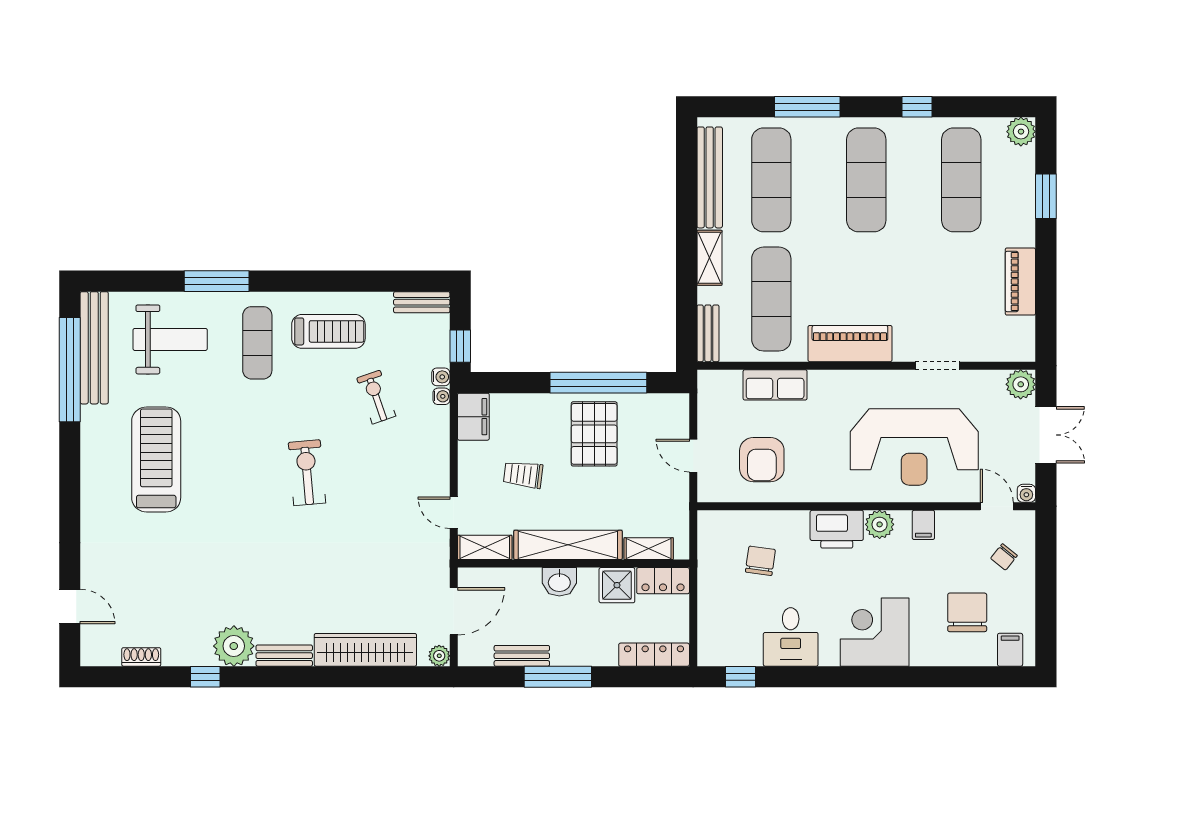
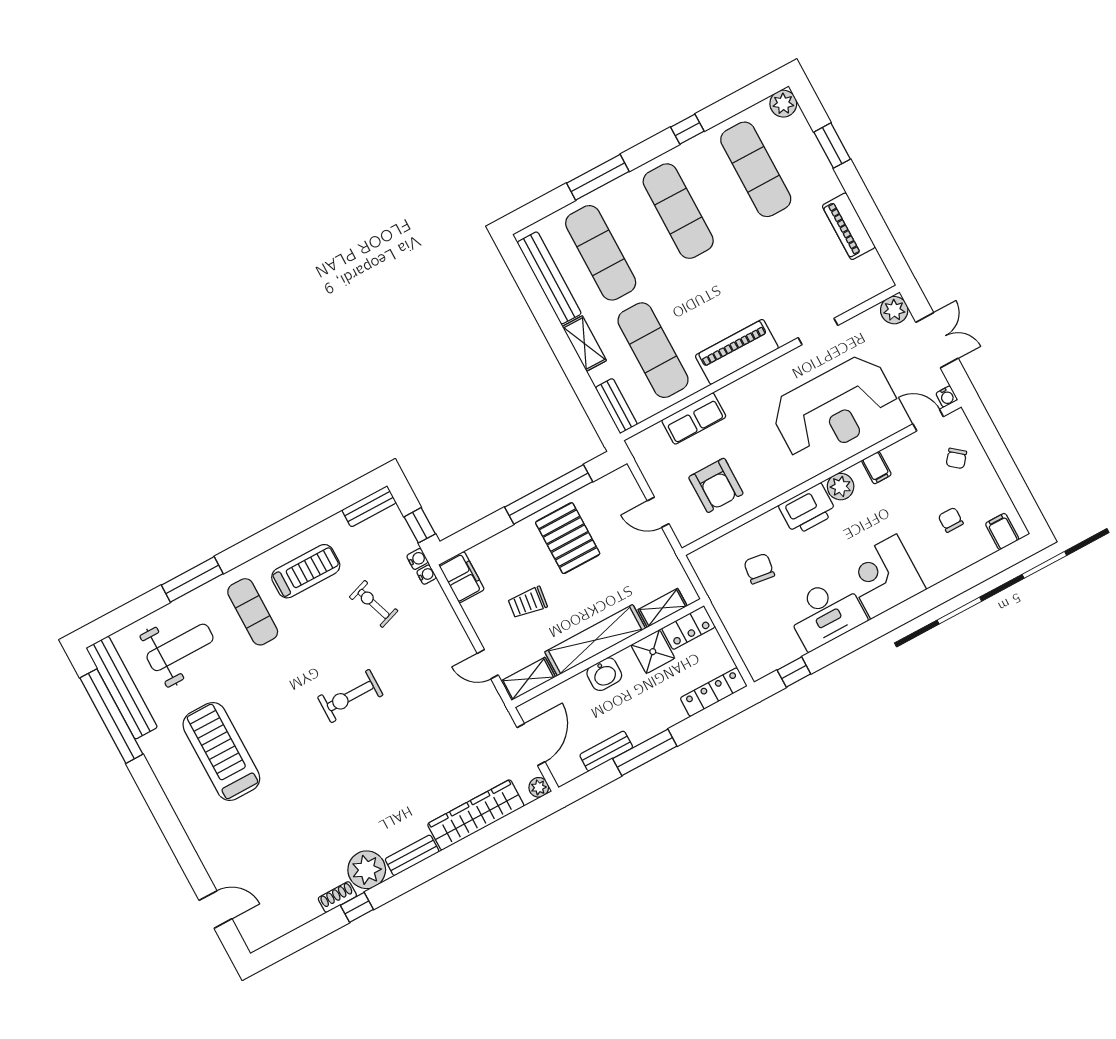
exercise bike: (307, 473) -> (350, 696), turned -85
chair: (967, 612) -> (951, 520), width x0.54, depth x0.54
desk: (791, 637) -> (826, 613), width x1.37
shoe rack: (141, 657) -> (337, 897), moved

